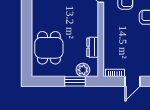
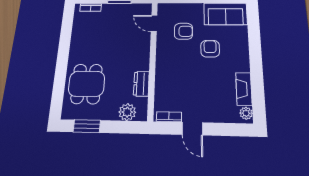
window: (75, 81) -> (87, 126), moved
door: (133, 81) -> (192, 129), hinge flipped

